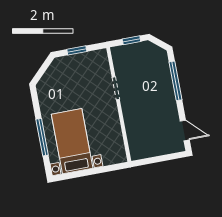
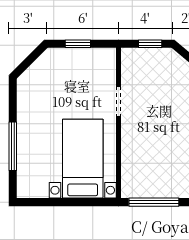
bed with nightstands: (72, 141) -> (83, 159), moved
window: (157, 159) -> (154, 202), added

